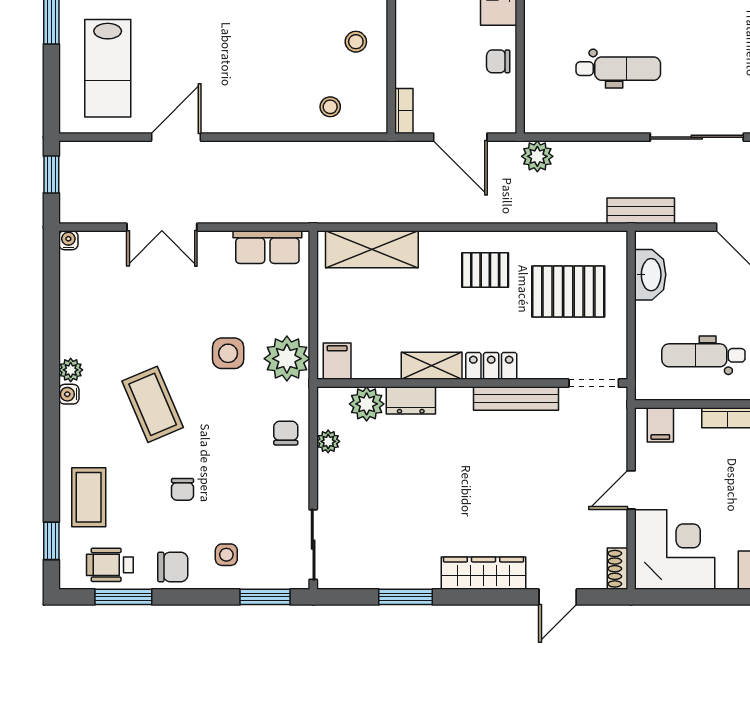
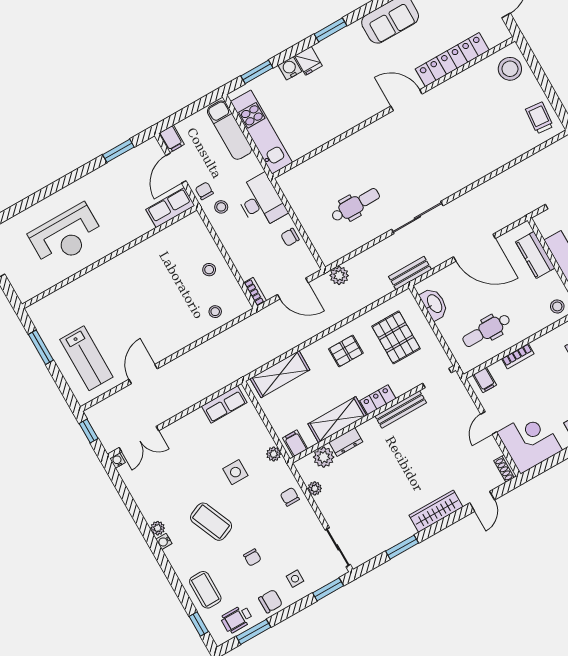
double door: (162, 227) -> (139, 439), moved
pallet: (568, 292) -> (396, 337), turned 90
plant: (287, 359) -> (274, 454), width x0.53, depth x0.53
shelving: (432, 366) -> (337, 420), width x1.50, depth x1.33

